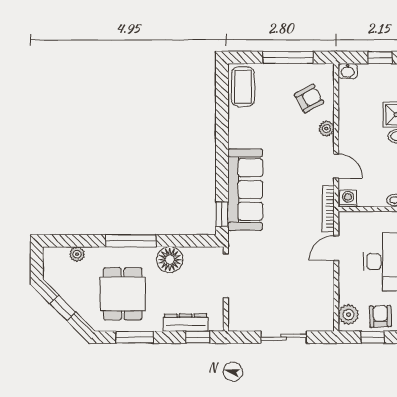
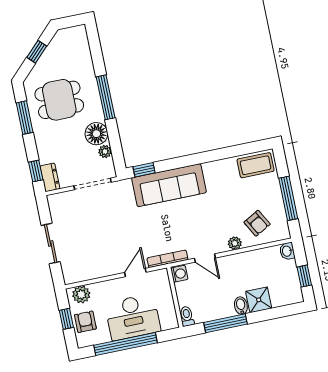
door: (336, 166) -> (205, 258), hinge flipped
door: (336, 248) -> (135, 272), hinge flipped
plant: (77, 254) -> (105, 151), moved
armchair: (380, 316) -> (85, 322), turned -88
dresser: (186, 323) -> (50, 177), moved, width x0.70

